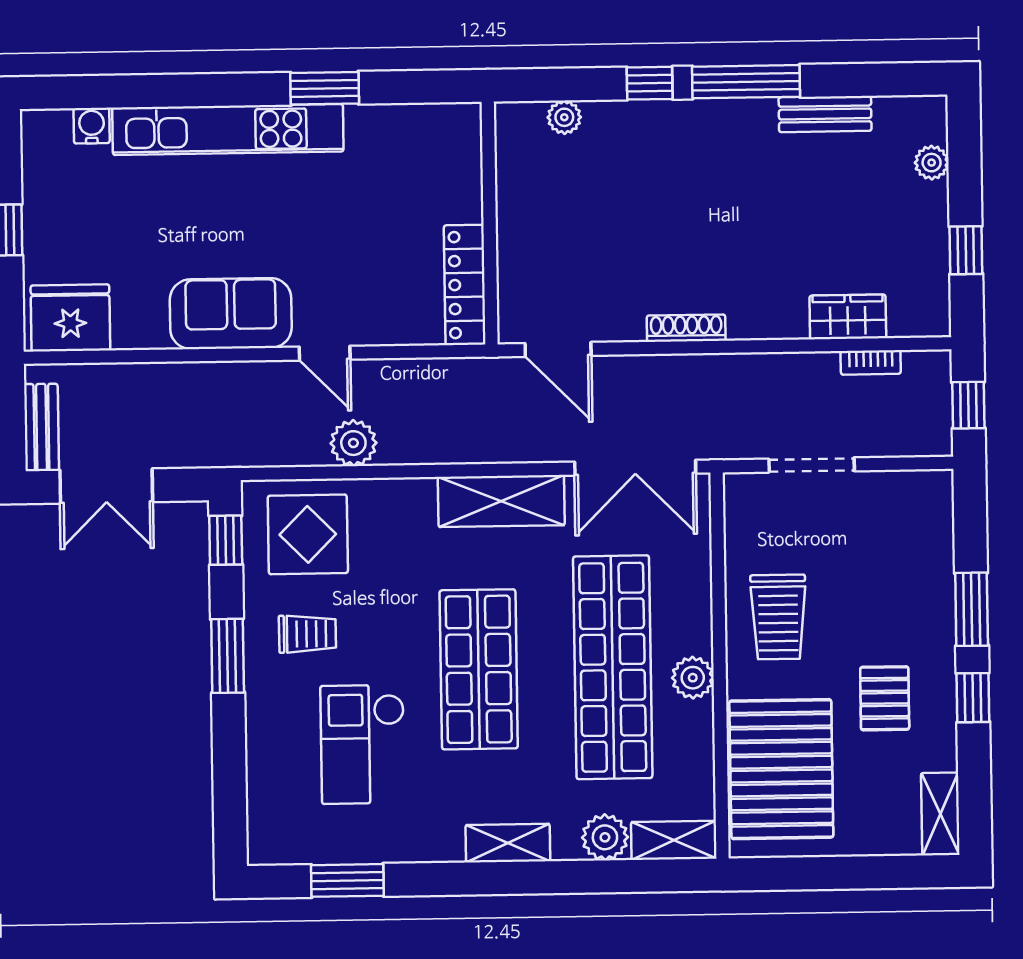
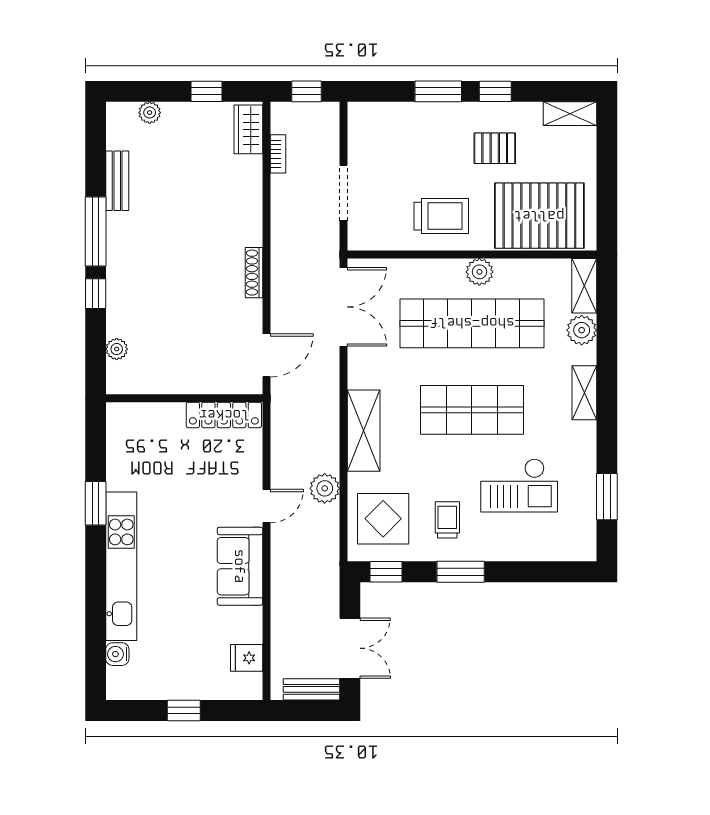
wardrobe: (848, 317) -> (248, 129), moved
fridge: (70, 318) -> (247, 658), width x0.53, depth x0.75
shelving: (501, 501) -> (364, 431), moved

